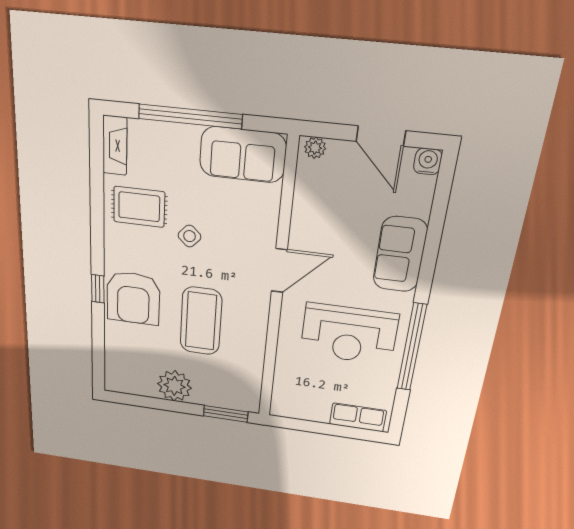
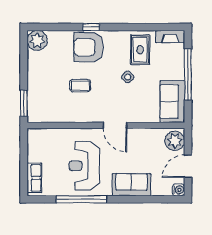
plant: (315, 148) -> (175, 141), width x1.87, depth x1.87
coffee table: (201, 321) -> (80, 86), width x0.54, depth x0.58
plant: (174, 386) -> (37, 40), moved

